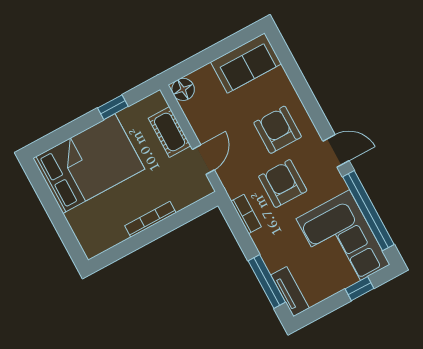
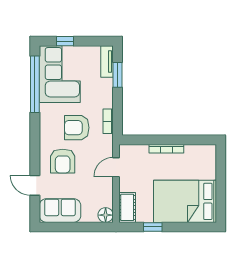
cot: (170, 132) -> (127, 207), moved
door: (336, 151) -> (35, 185), moved
armchair: (283, 184) -> (77, 128), turned 90
window: (267, 281) -> (117, 75), width x0.69

